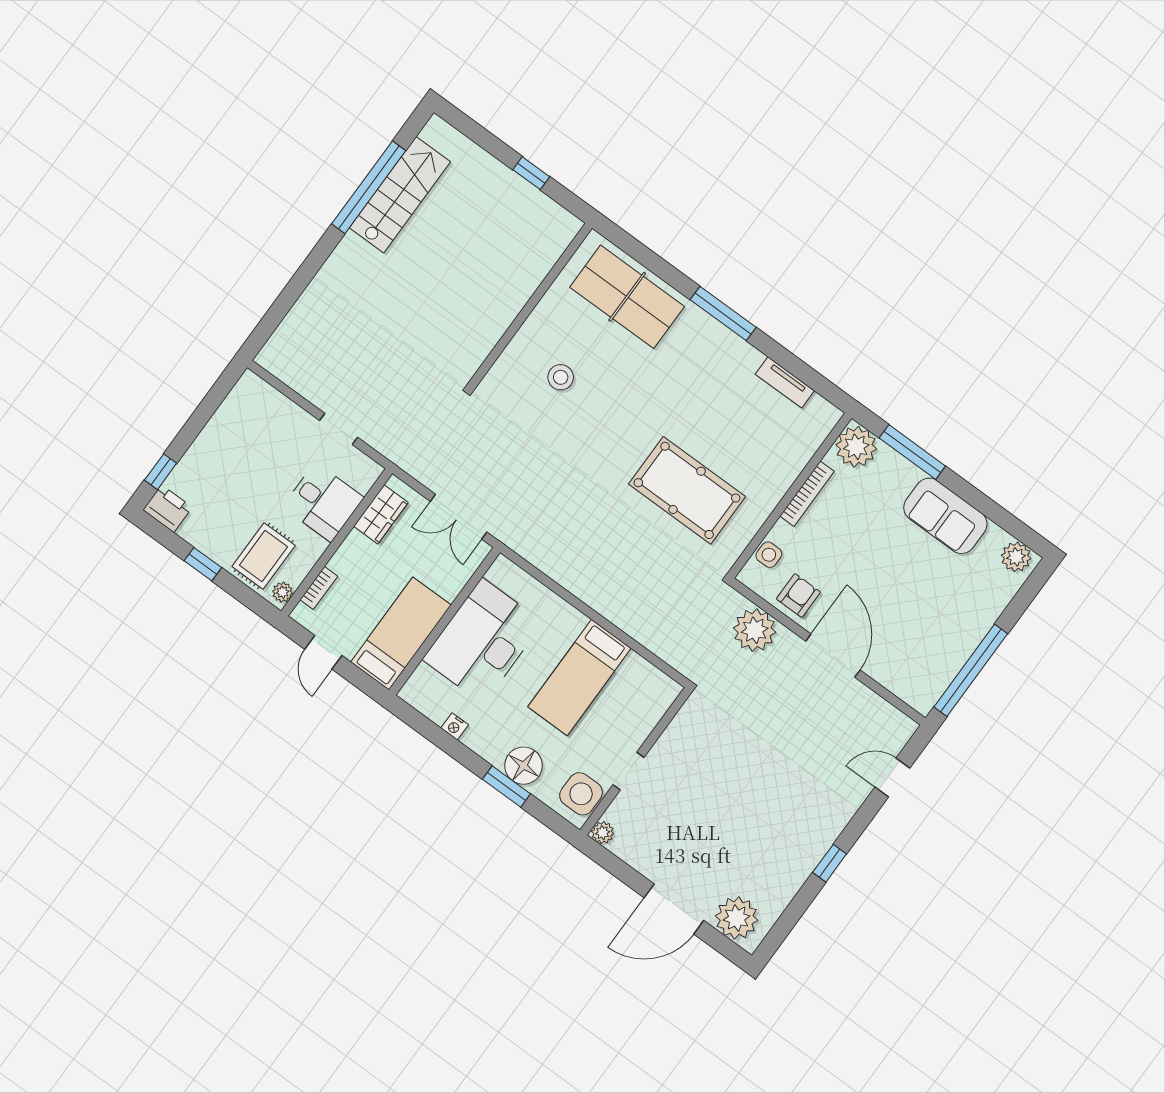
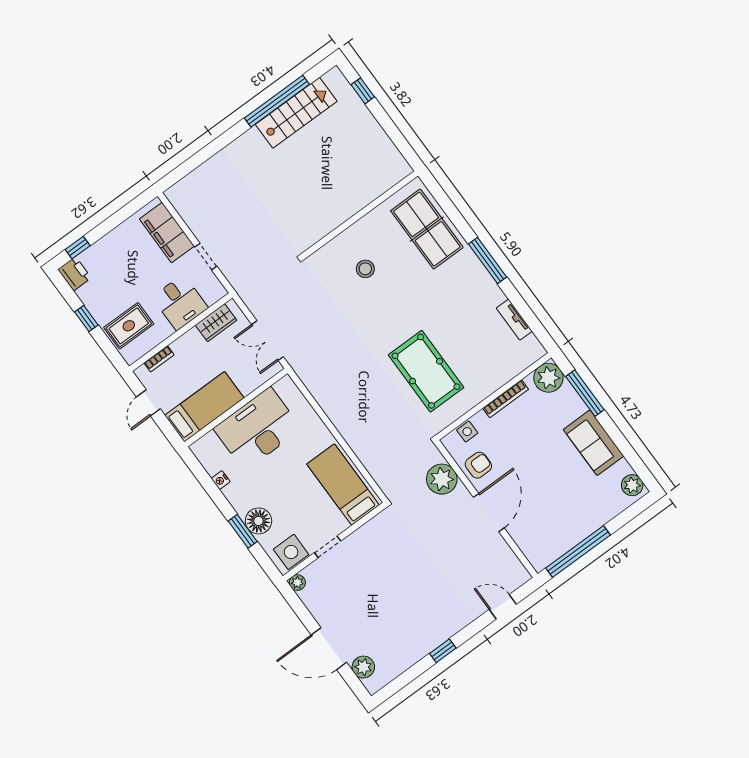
window: (531, 173) -> (363, 91), moved
filing cabinet: (275, 413) -> (167, 232), added
plant: (283, 592) -> (134, 354), removed
bed: (579, 678) -> (343, 485), moved, turned 90
plant: (737, 918) -> (363, 667), width x0.73, depth x0.73

